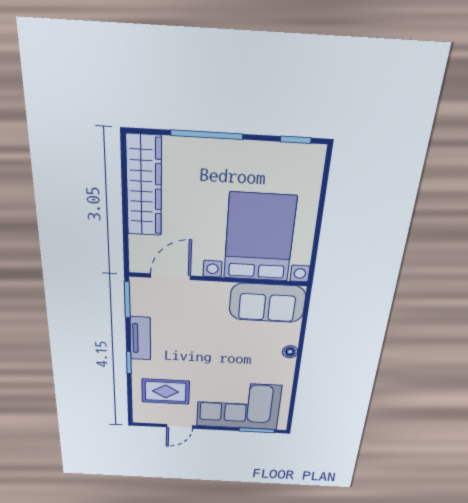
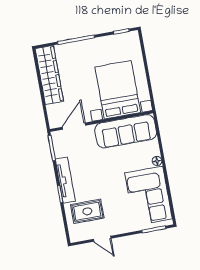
sofa: (267, 303) -> (126, 131), width x1.36
tv unit: (140, 338) -> (65, 180), width x1.41
corner sofa: (239, 406) -> (149, 196), moved, turned -90
door: (180, 426) -> (102, 239), hinge flipped

